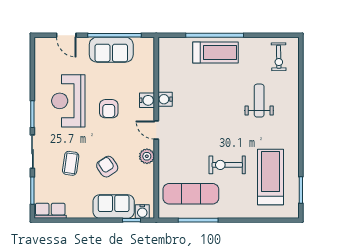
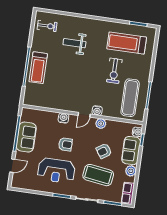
treadmill: (215, 53) -> (38, 68), turned 180
water cooler: (165, 99) -> (97, 111), moved
coffee table: (71, 163) -> (98, 175), width x1.86, depth x1.72
plant: (84, 210) -> (131, 171), added

